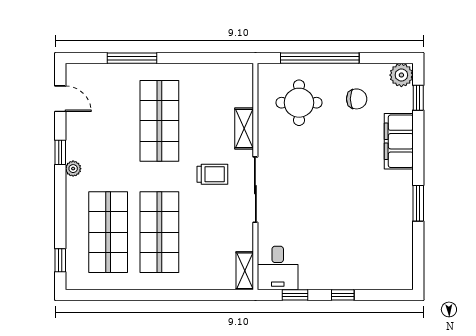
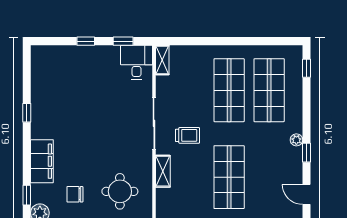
trolley: (212, 174) -> (188, 135), turned 180
window: (418, 203) -> (27, 113), width x0.67

